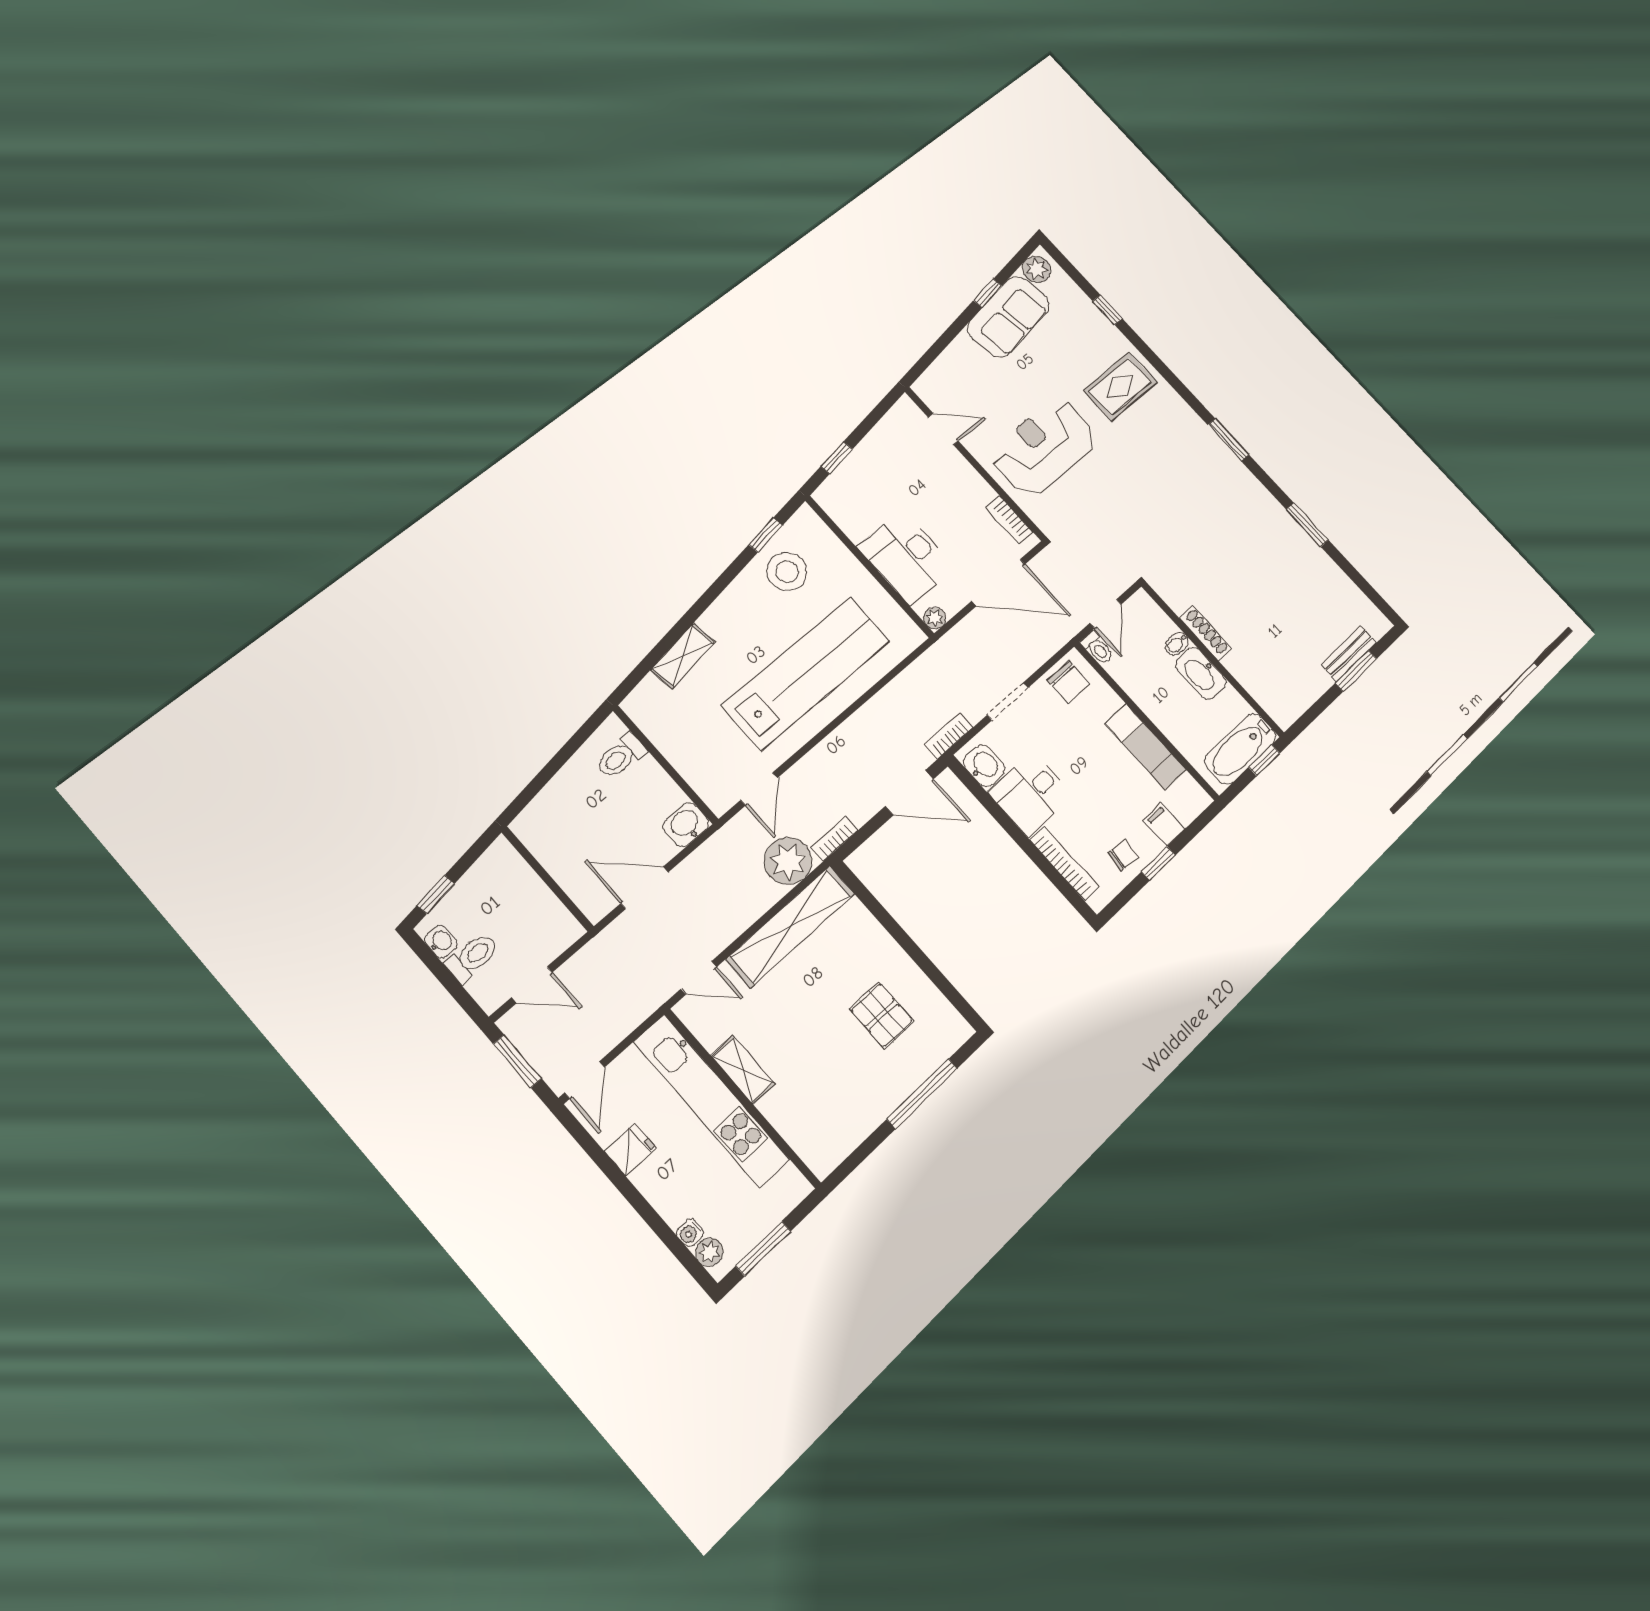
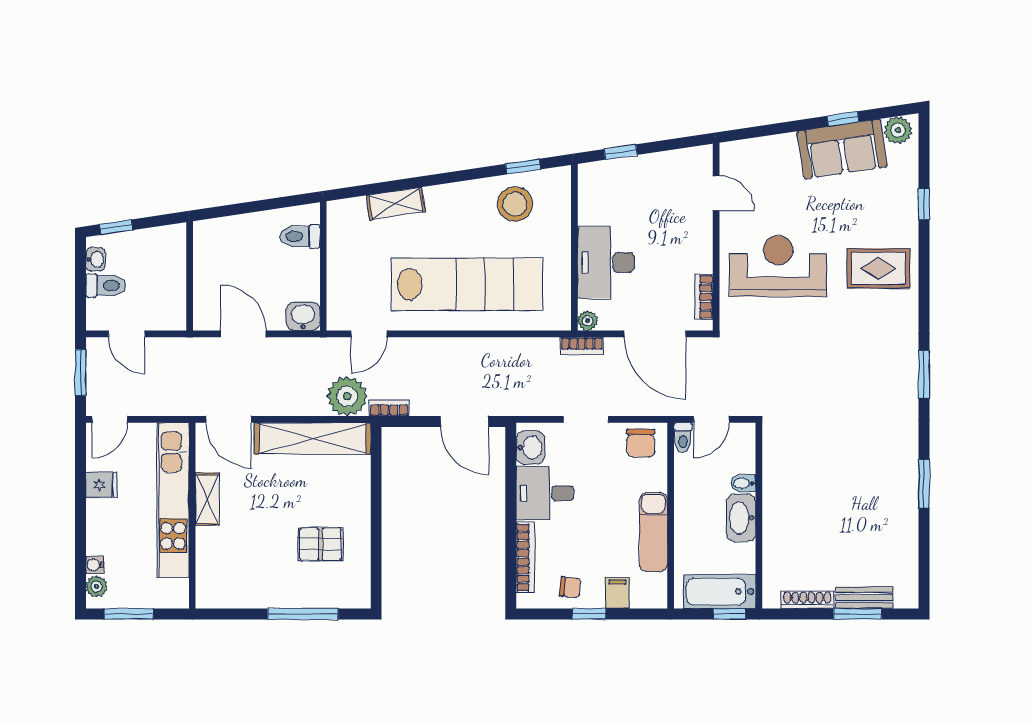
shoe rack: (1205, 633) -> (807, 600), moved, turned -90
bookcase: (949, 736) -> (582, 346), moved, turned 180
door: (699, 978) -> (229, 419), width x1.38
pallet: (882, 1015) -> (320, 544), turned 90

